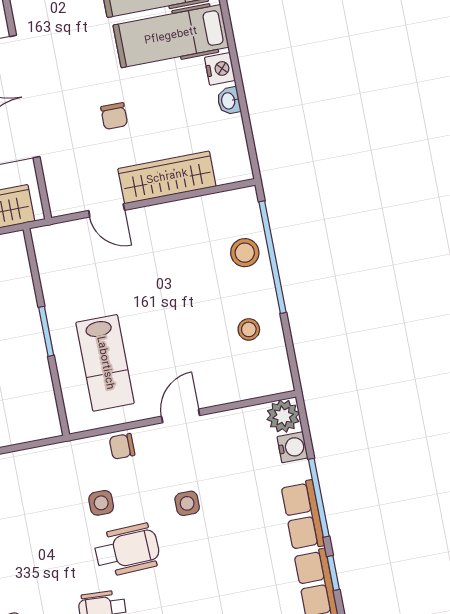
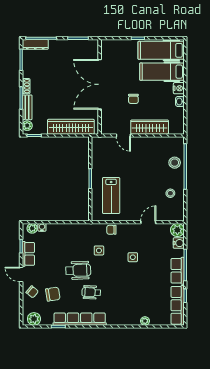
door: (181, 416) -> (148, 222), moved
wheelchair: (127, 550) -> (78, 270), moved

